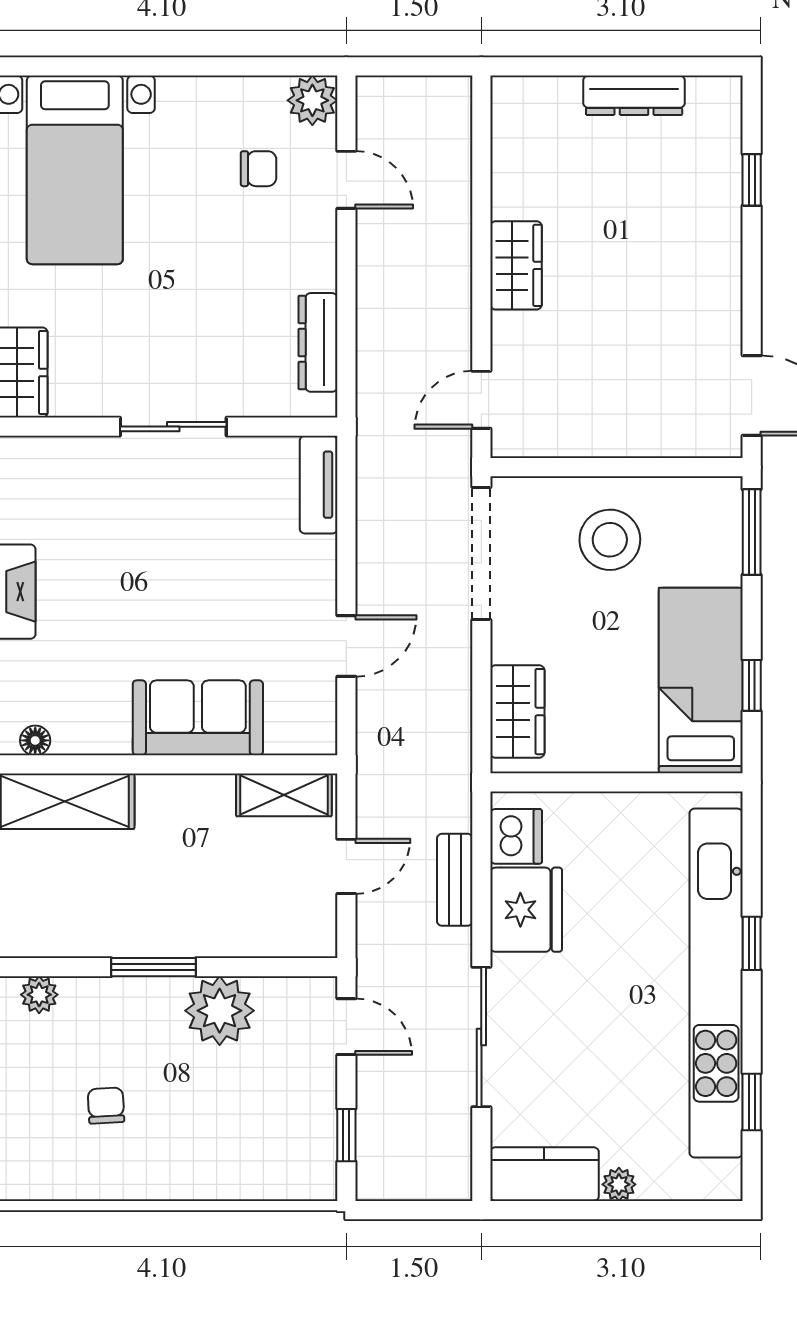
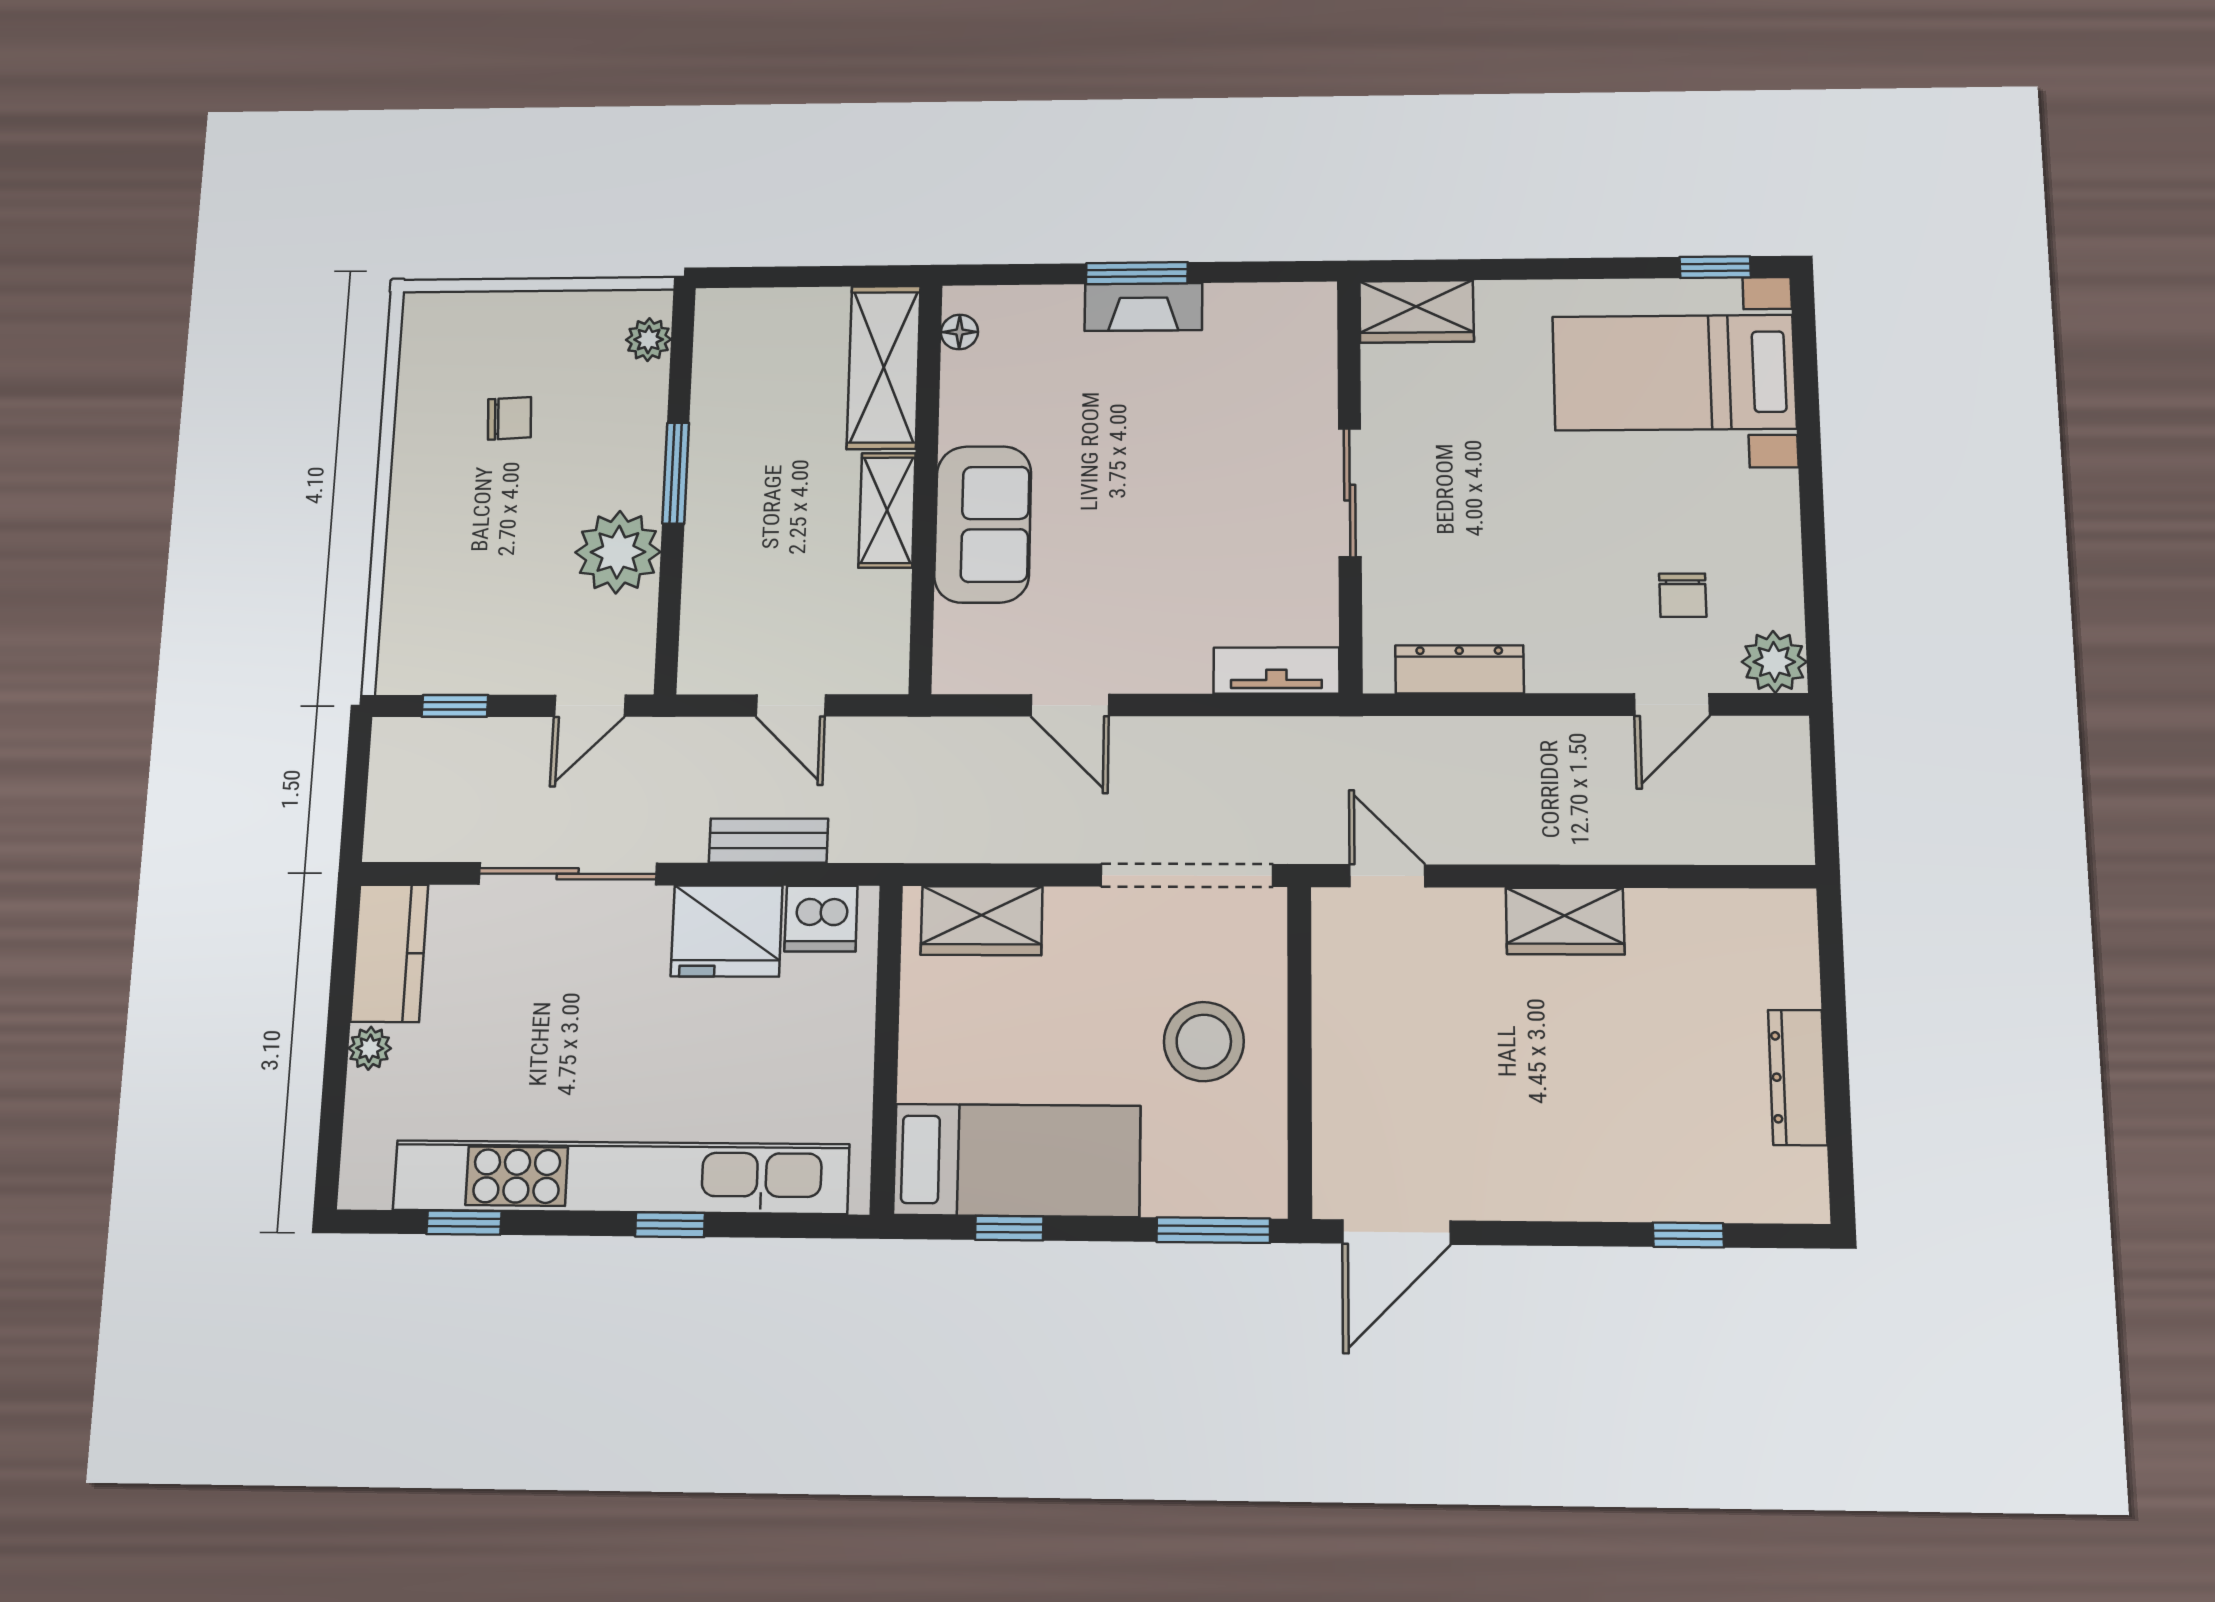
shelving: (284, 795) -> (887, 510), moved

